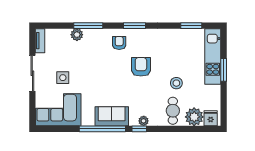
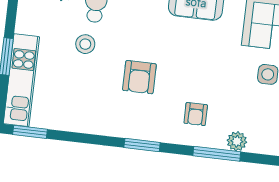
window: (191, 26) -> (30, 132), moved
armchair: (119, 43) -> (196, 114), moved

